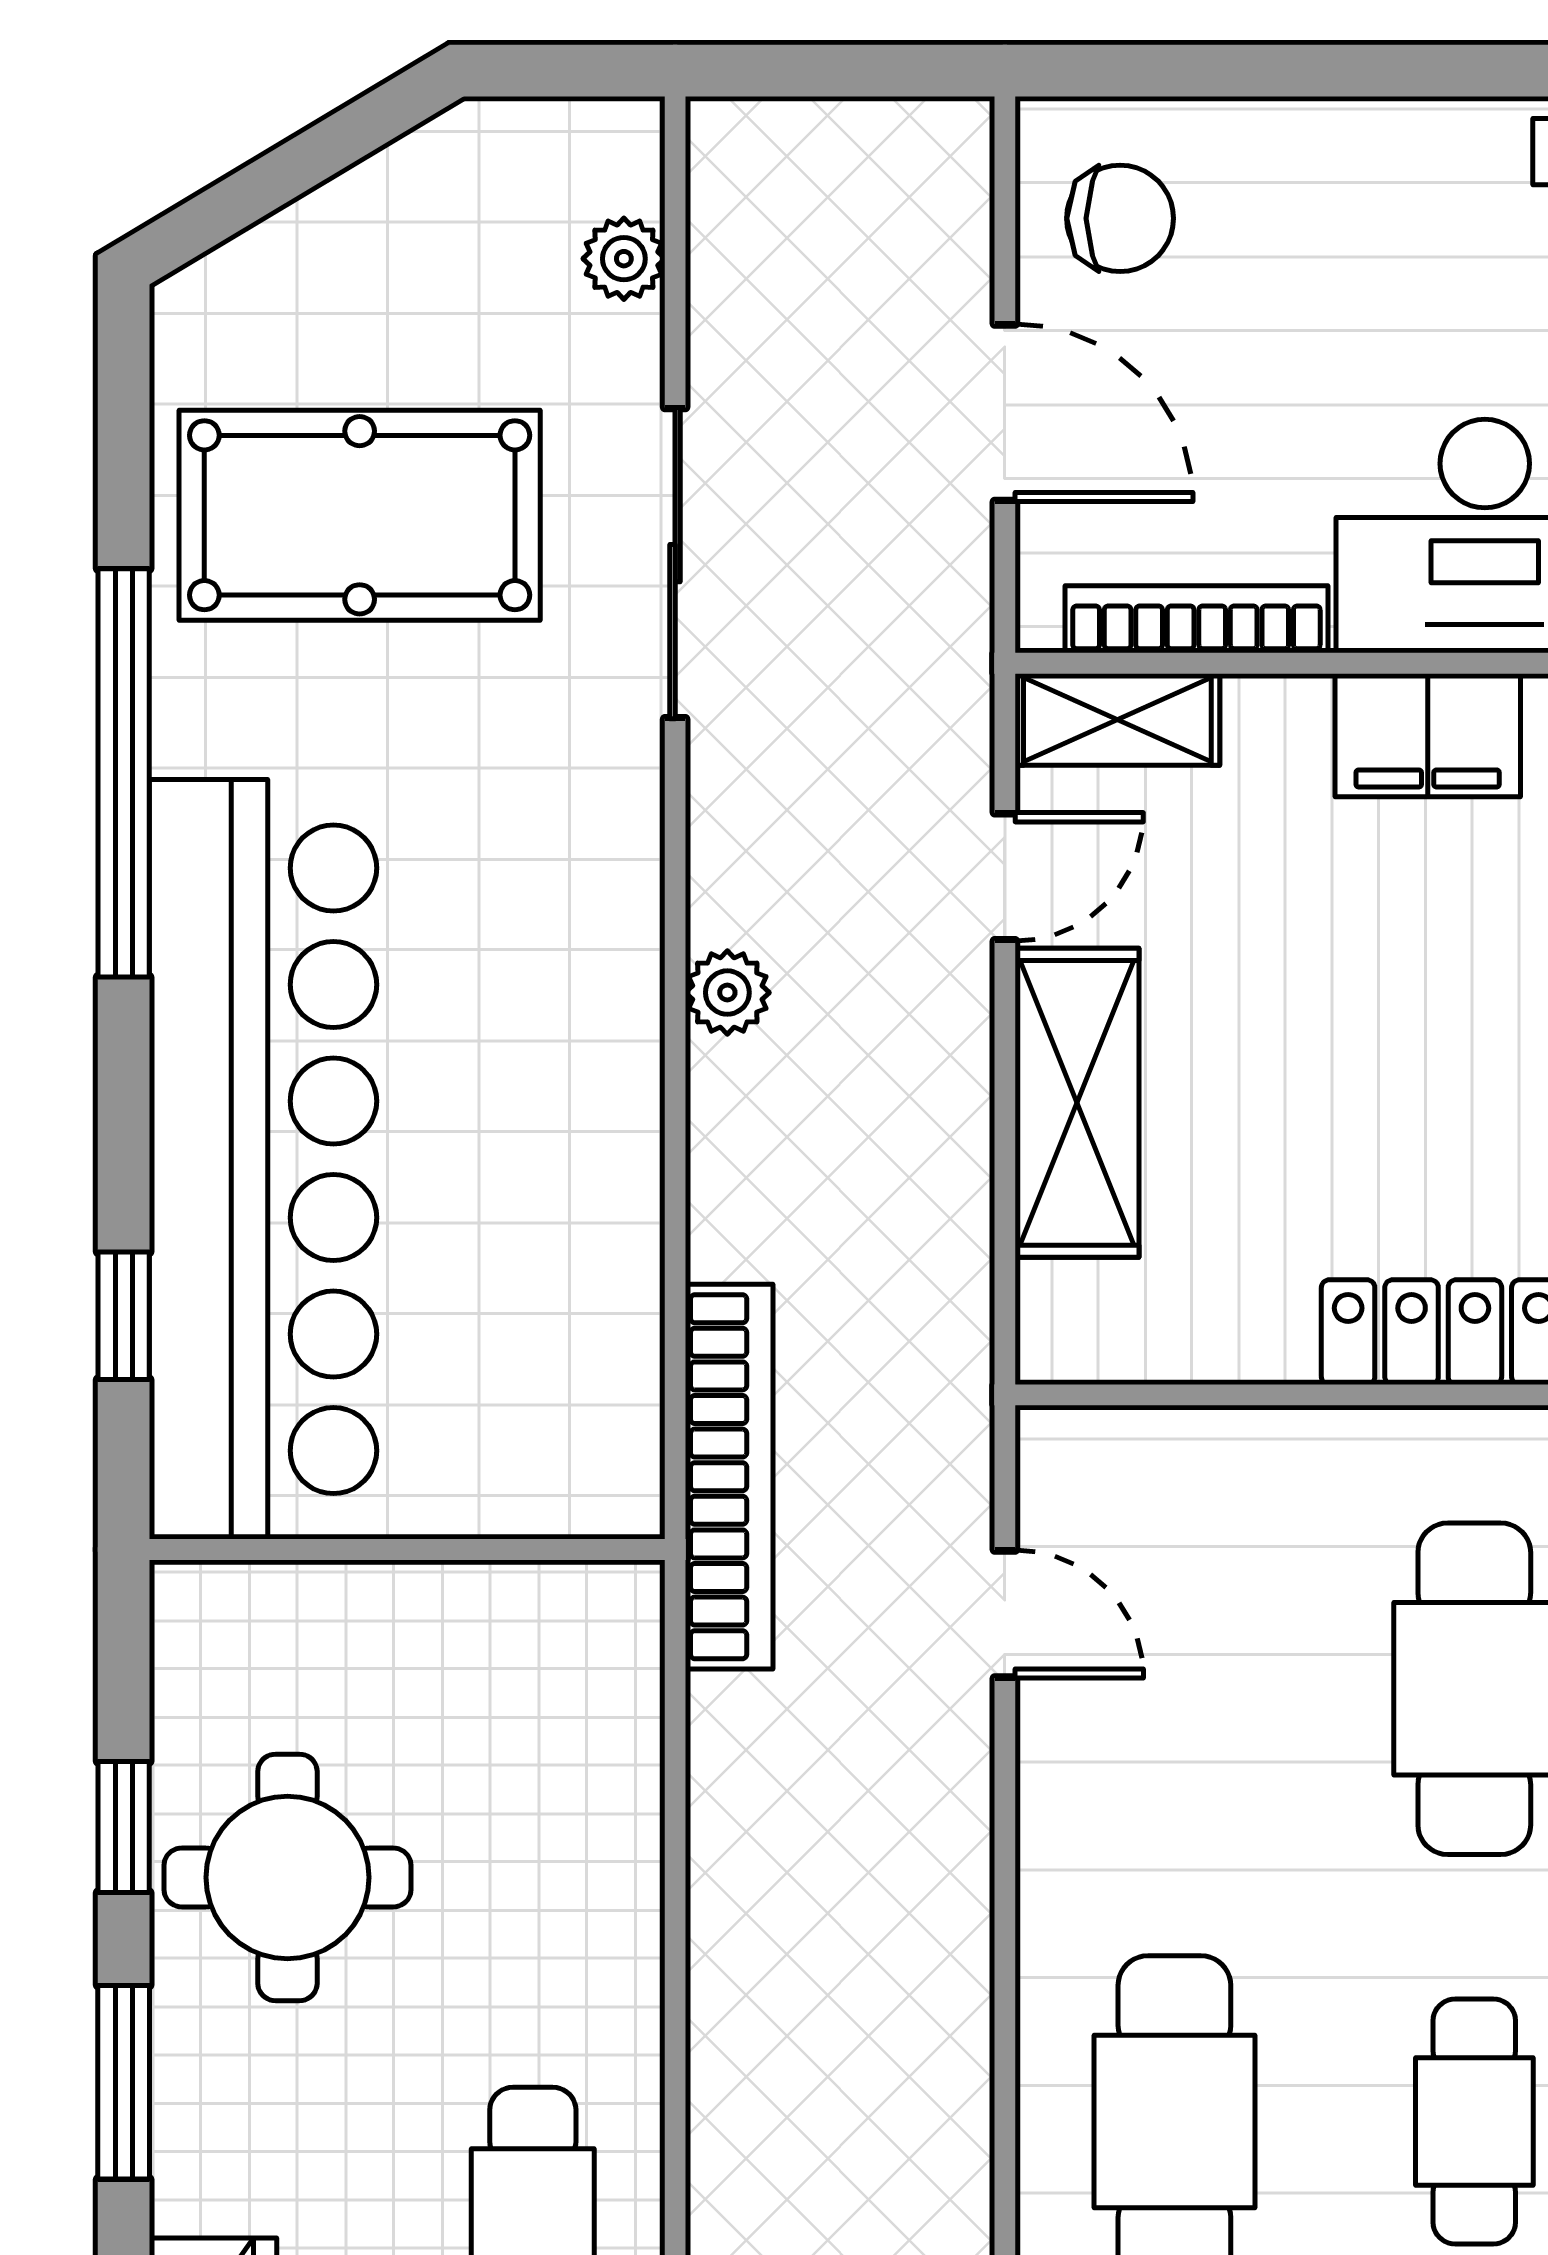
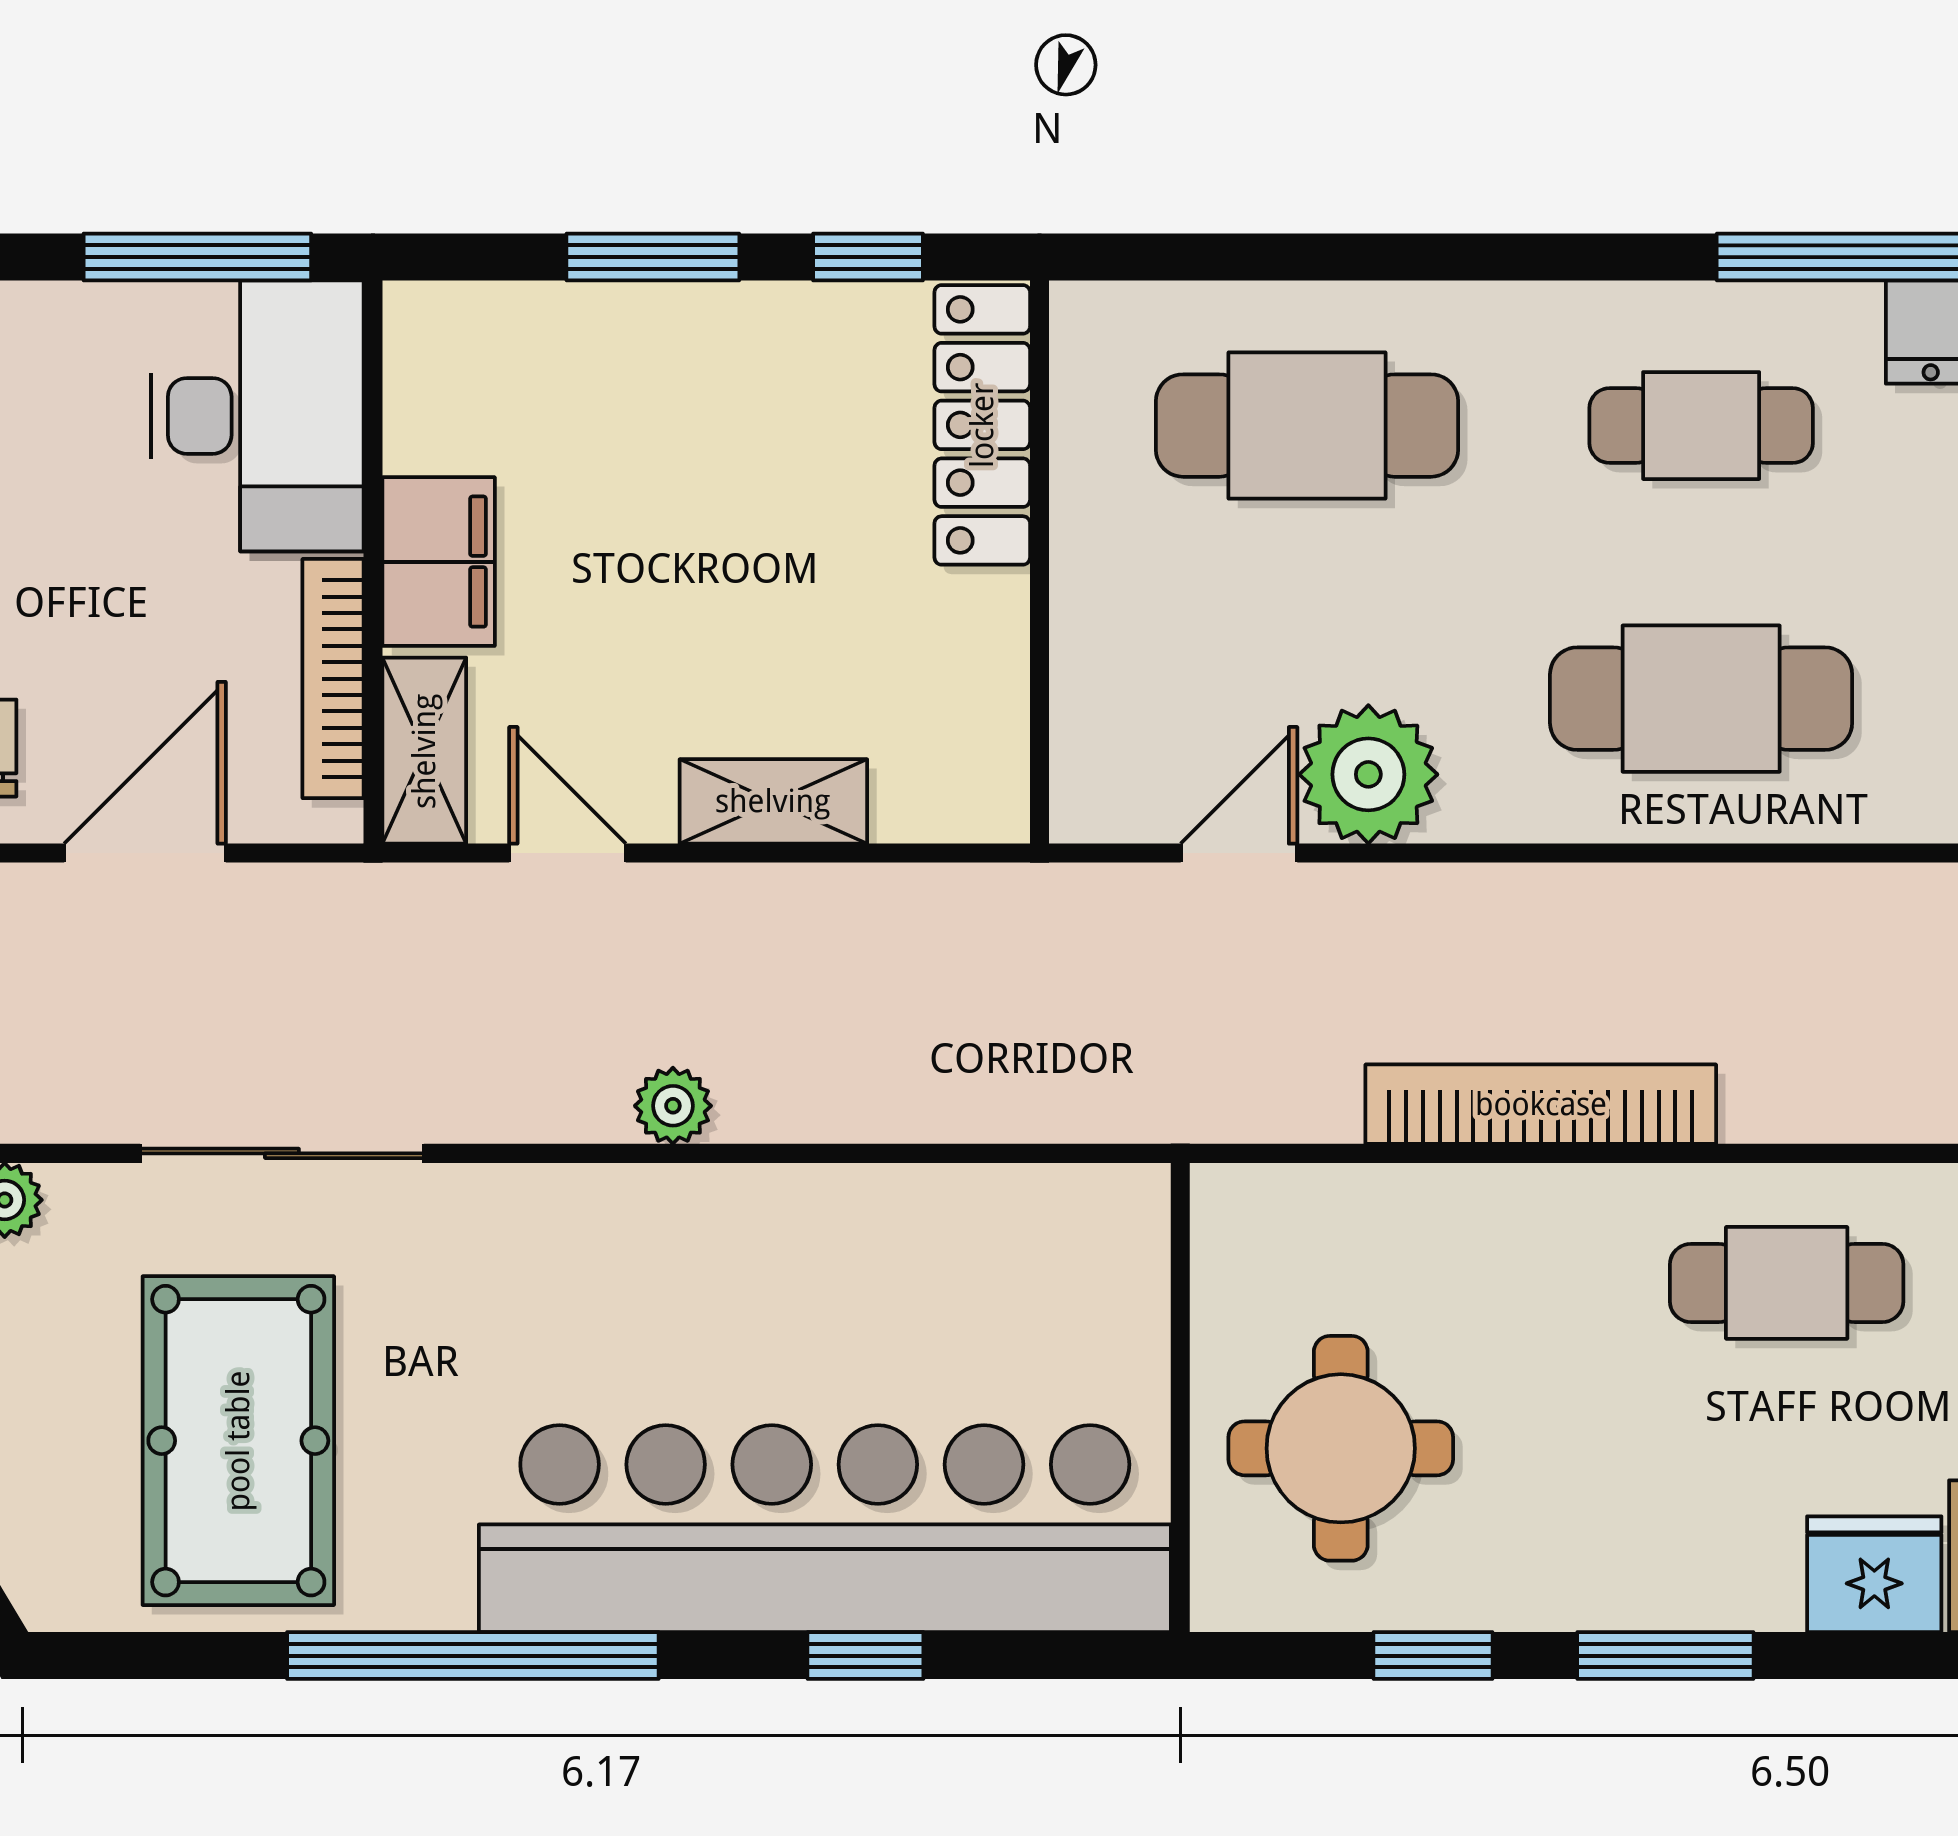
filing cabinet: (1428, 735) -> (439, 562), moved
shelving: (1077, 1103) -> (773, 801), width x0.67, depth x0.75
window: (124, 1316) -> (865, 1656), moved
bookcase: (729, 1477) -> (1541, 1104), moved
plant: (1091, 1756) -> (1368, 774), added
round table: (287, 1877) -> (1341, 1448), moved

